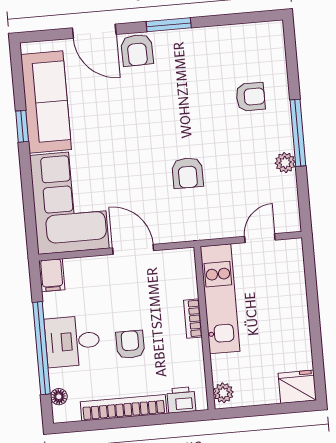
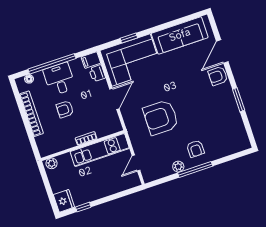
window: (169, 25) -> (239, 100), moved
armchair: (251, 97) -> (195, 149), moved
window: (22, 126) -> (129, 38), moved
armchair: (188, 173) -> (161, 117), width x1.88, depth x1.88
door: (260, 238) -> (136, 163), swing flipped
armchair: (130, 344) -> (65, 109), turned 180
window: (317, 354) -> (83, 207), added
printer: (181, 400) -> (97, 73), moved, turned 180

